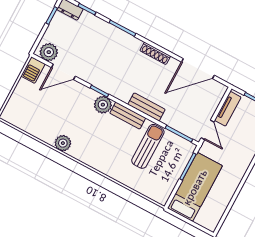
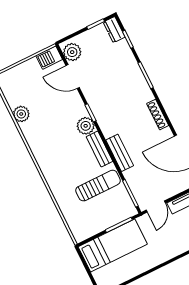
plant: (63, 143) -> (21, 114), moved

